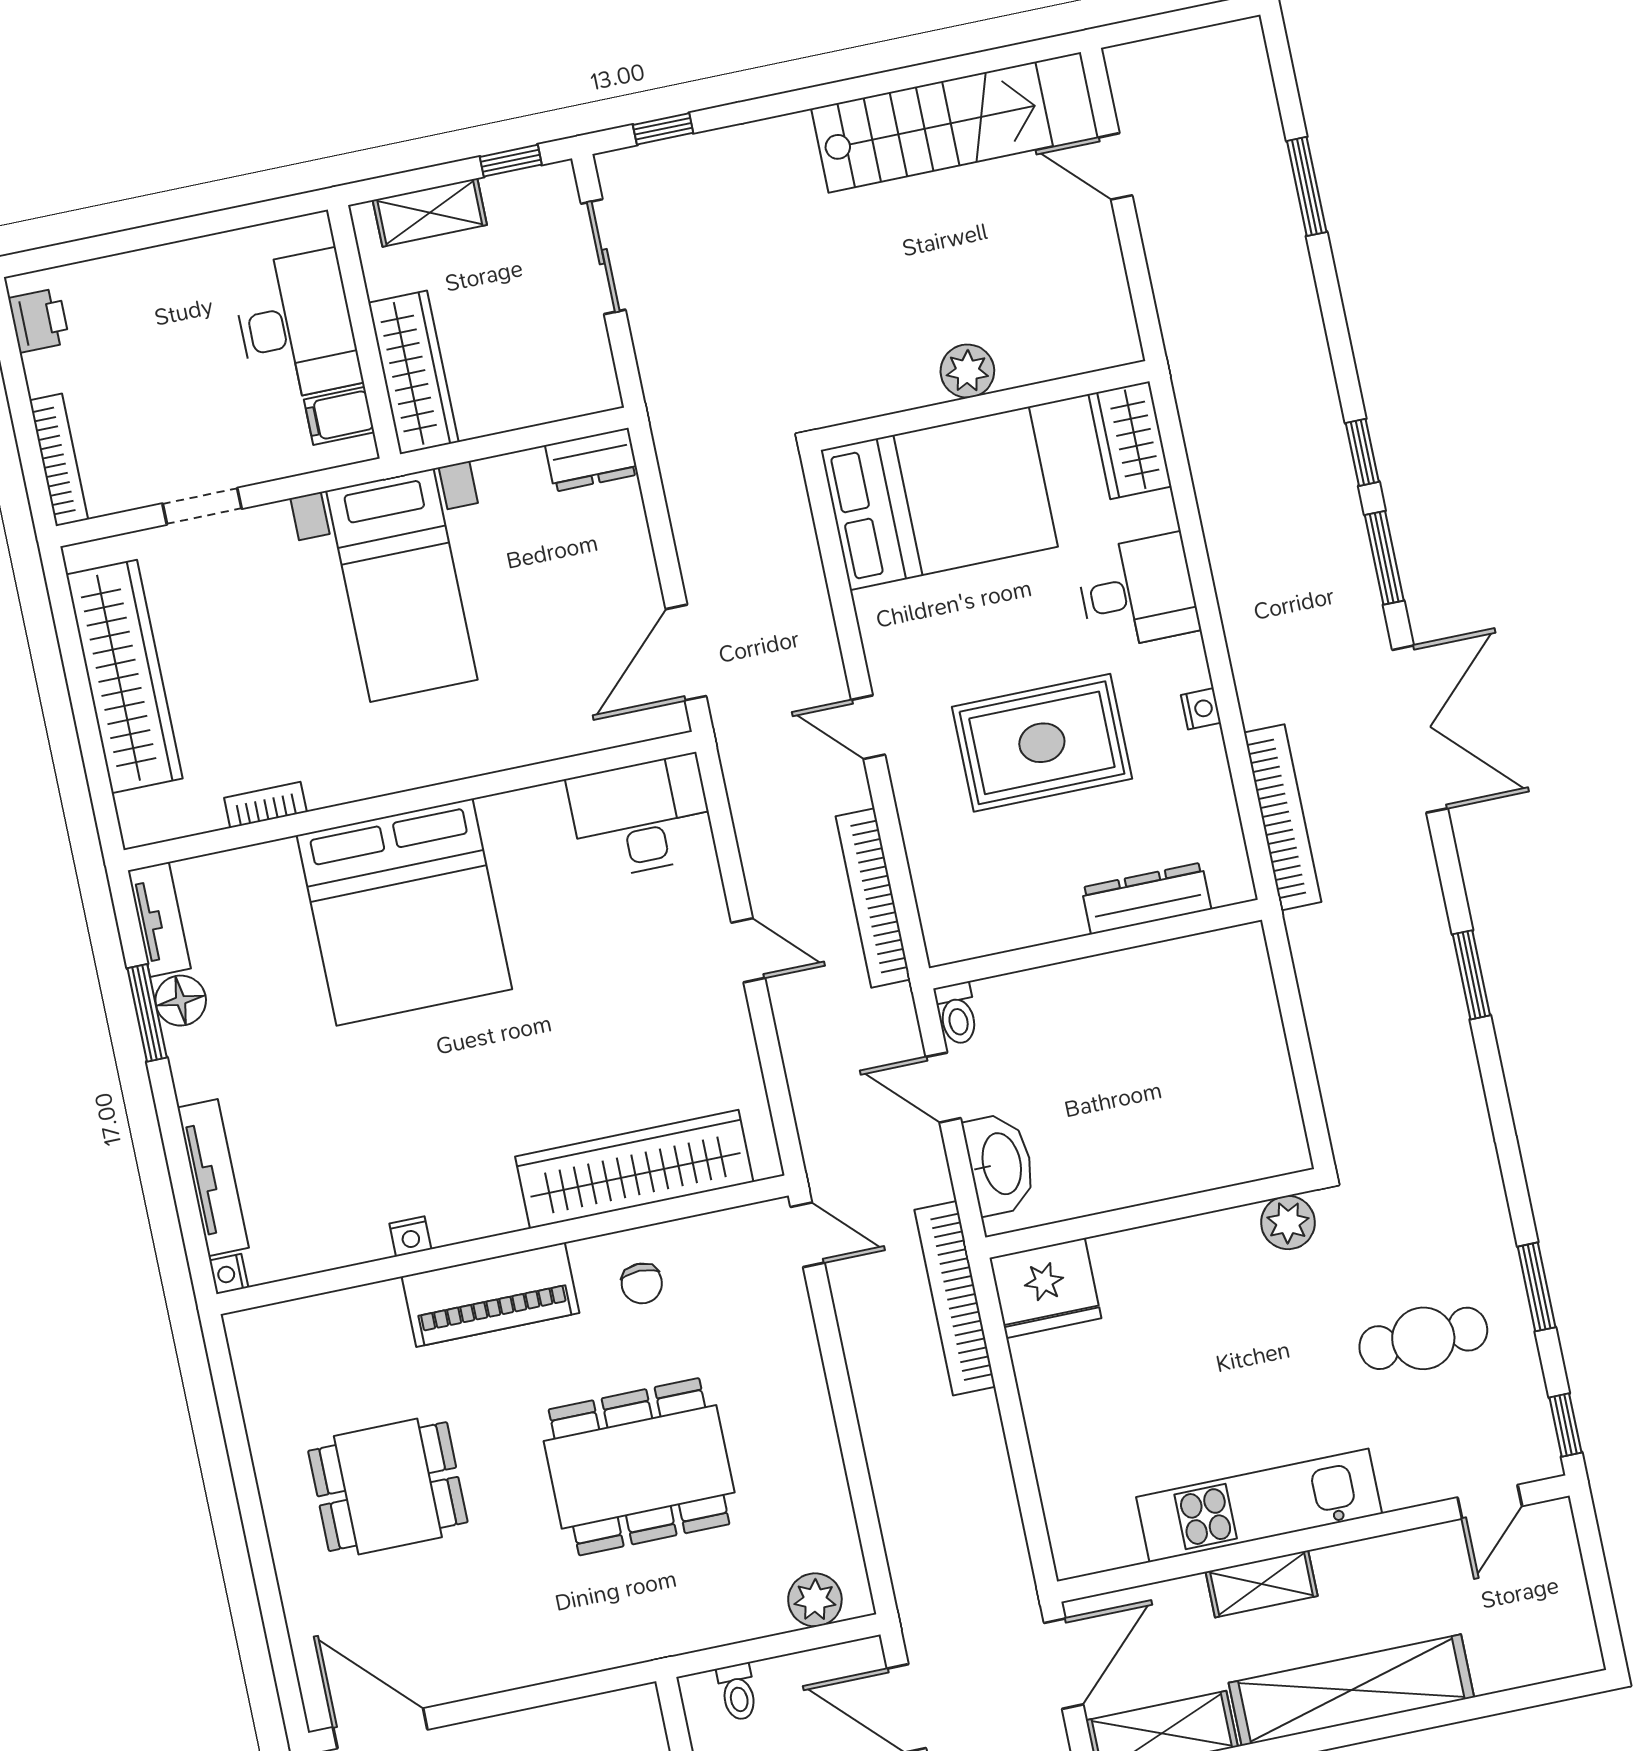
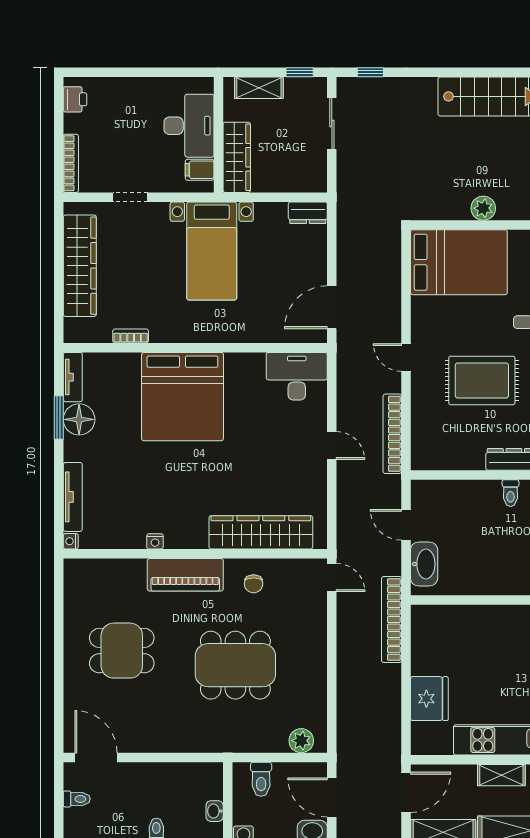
floor lamp: (181, 1001) -> (79, 419), width x1.38, depth x1.38
toilet: (957, 1014) -> (511, 493), moved
fridge: (1045, 1288) -> (429, 699), moved, turned -90
toilet: (738, 1692) -> (261, 779), width x1.37, depth x1.39

